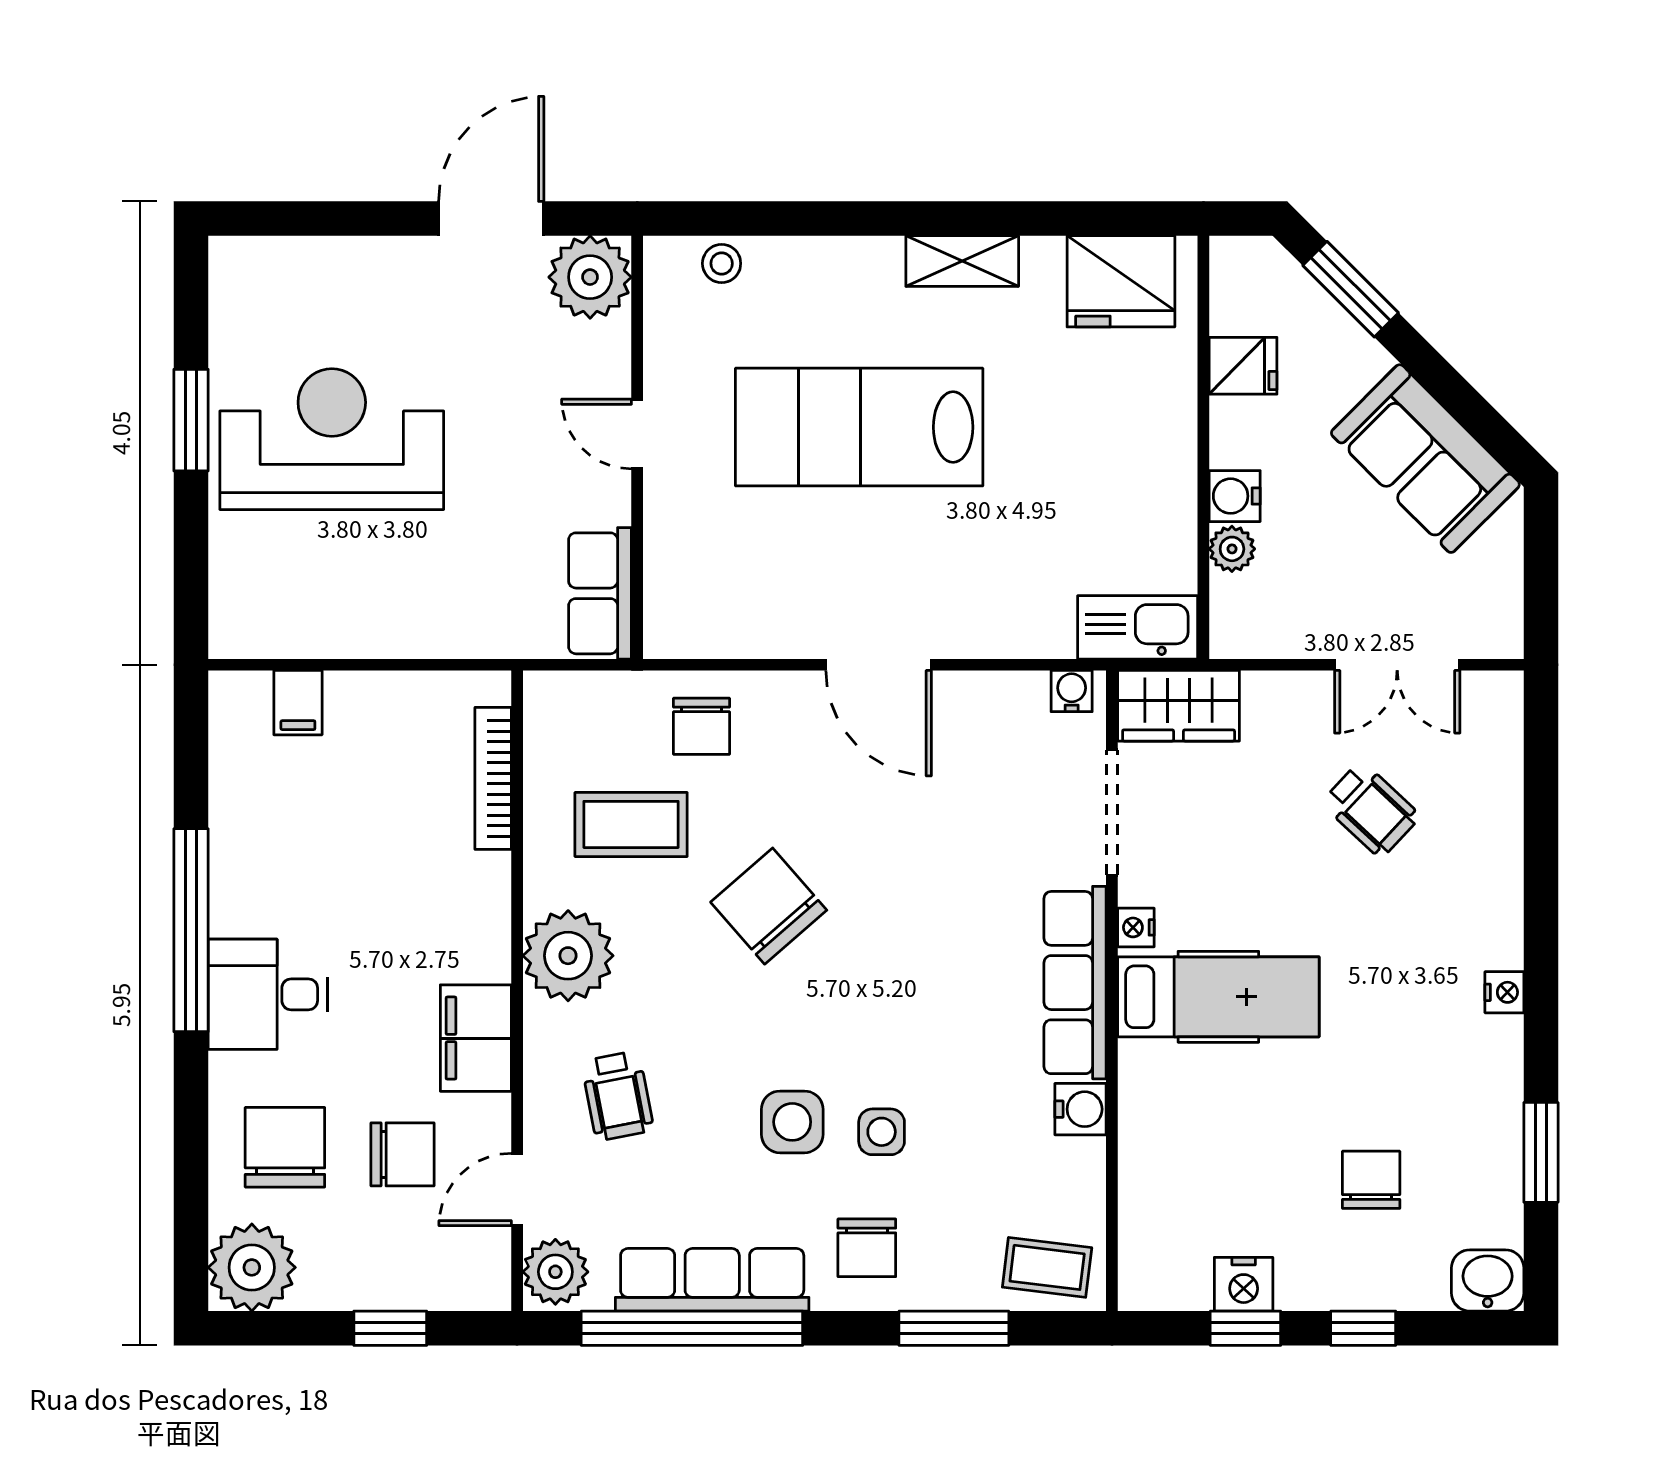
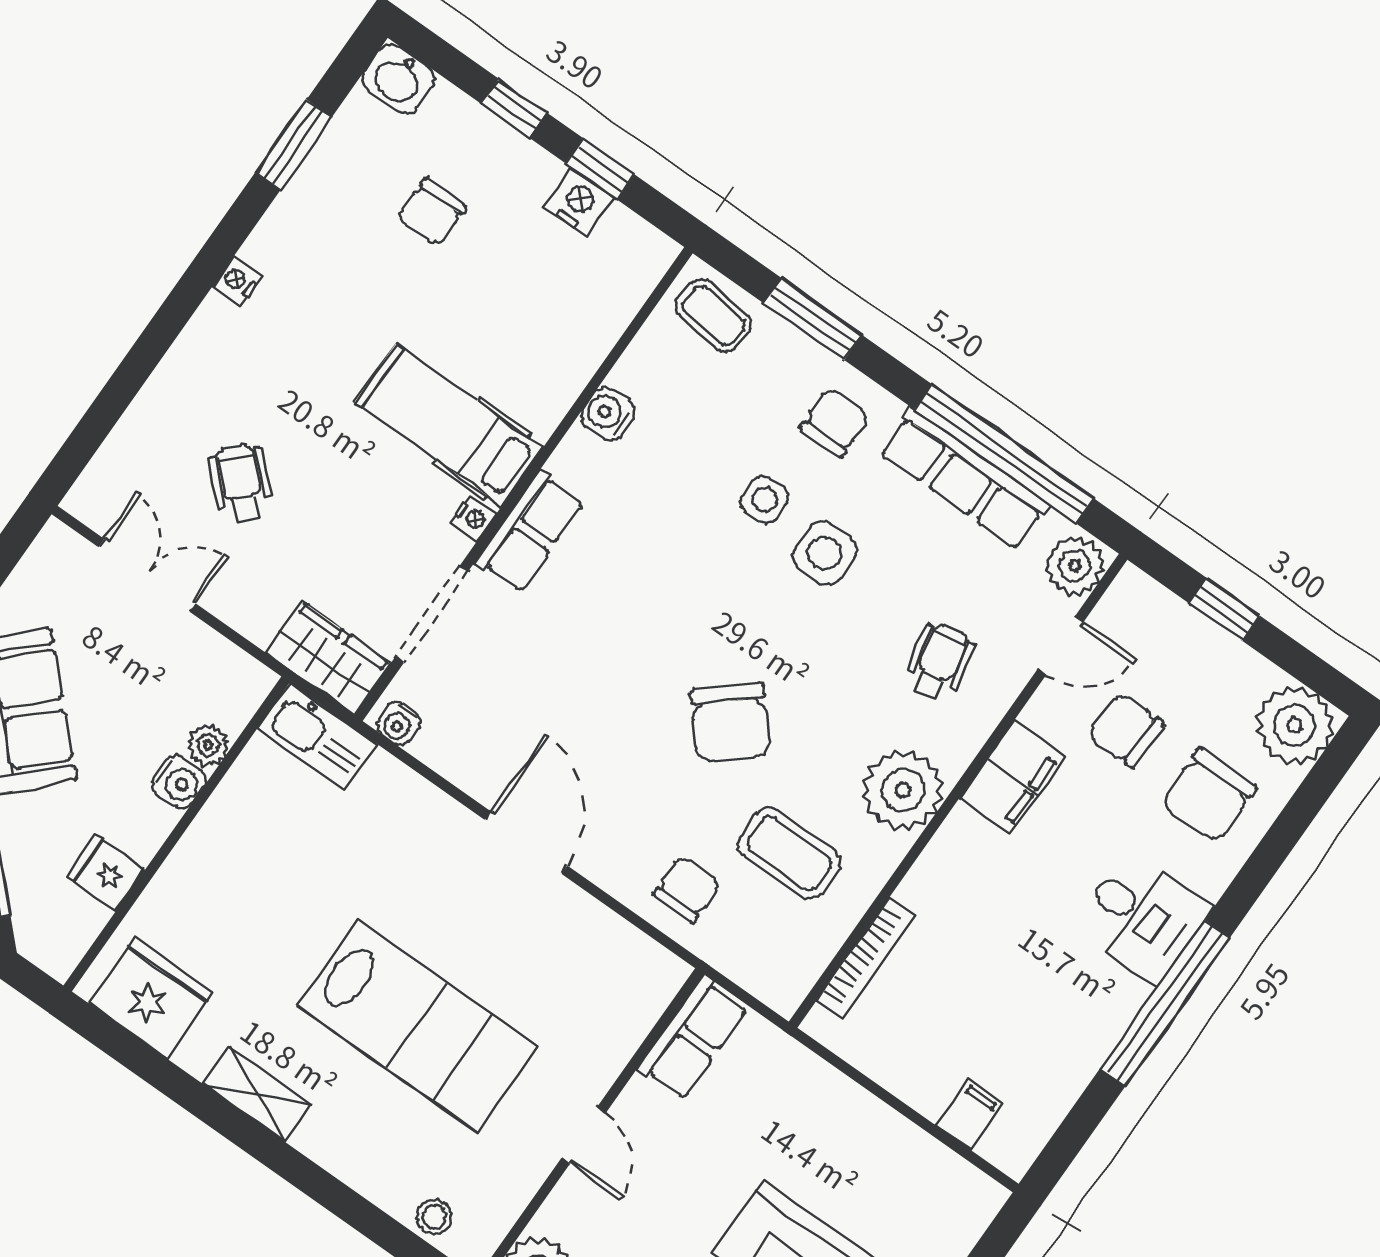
row of seats: (1075, 983) -> (530, 532), width x0.68

